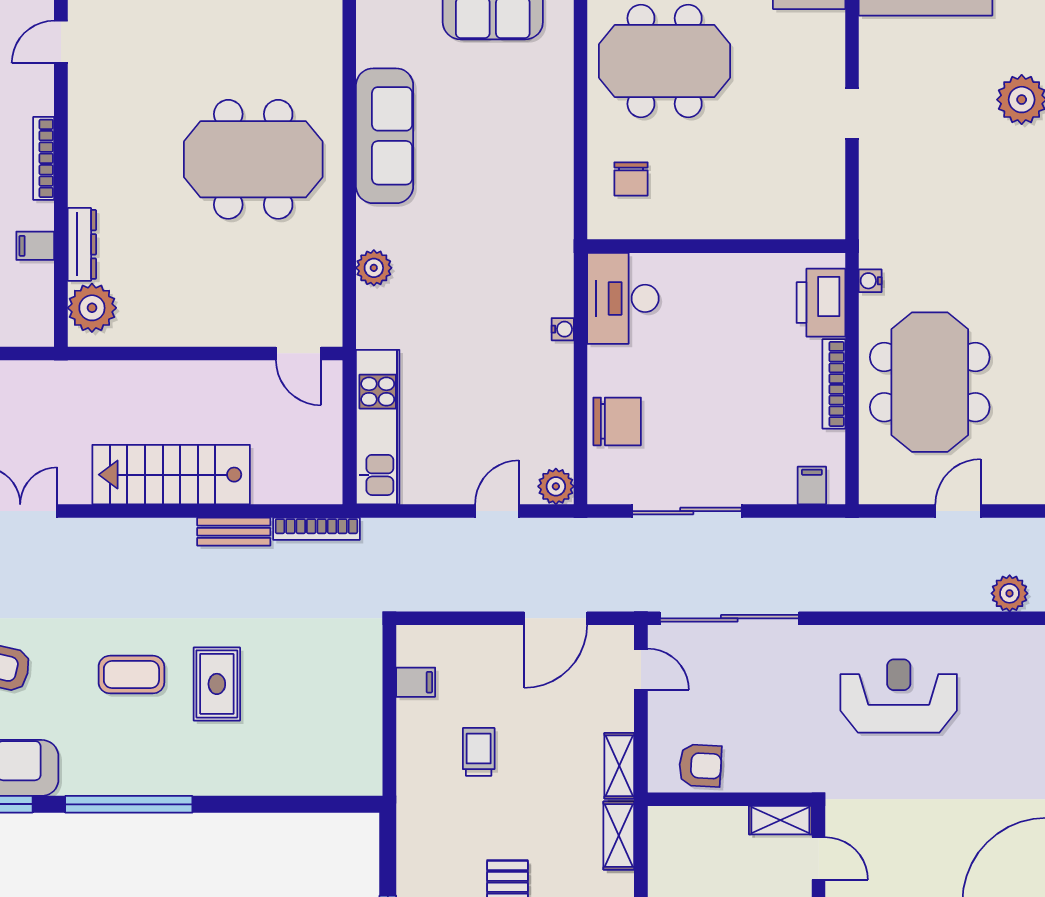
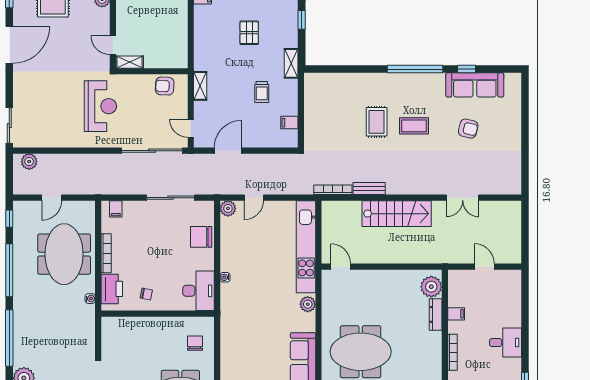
chair: (742, 291) -> (146, 294), added
kitchen unit: (378, 427) -> (306, 247), width x1.36
reception desk: (899, 696) -> (100, 106), moved, turned -90
shelving: (619, 836) -> (291, 63), moved

